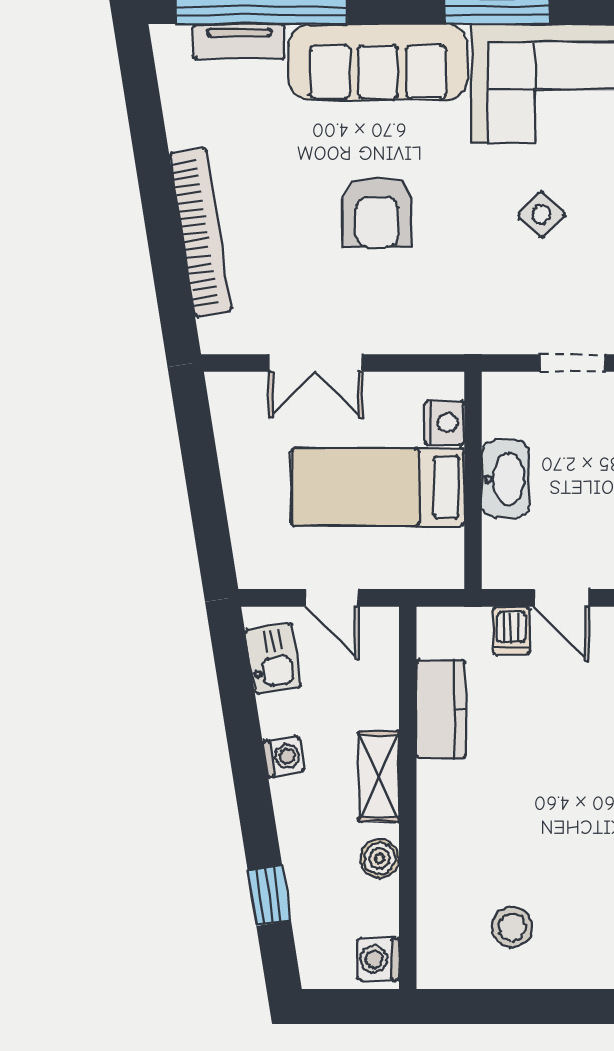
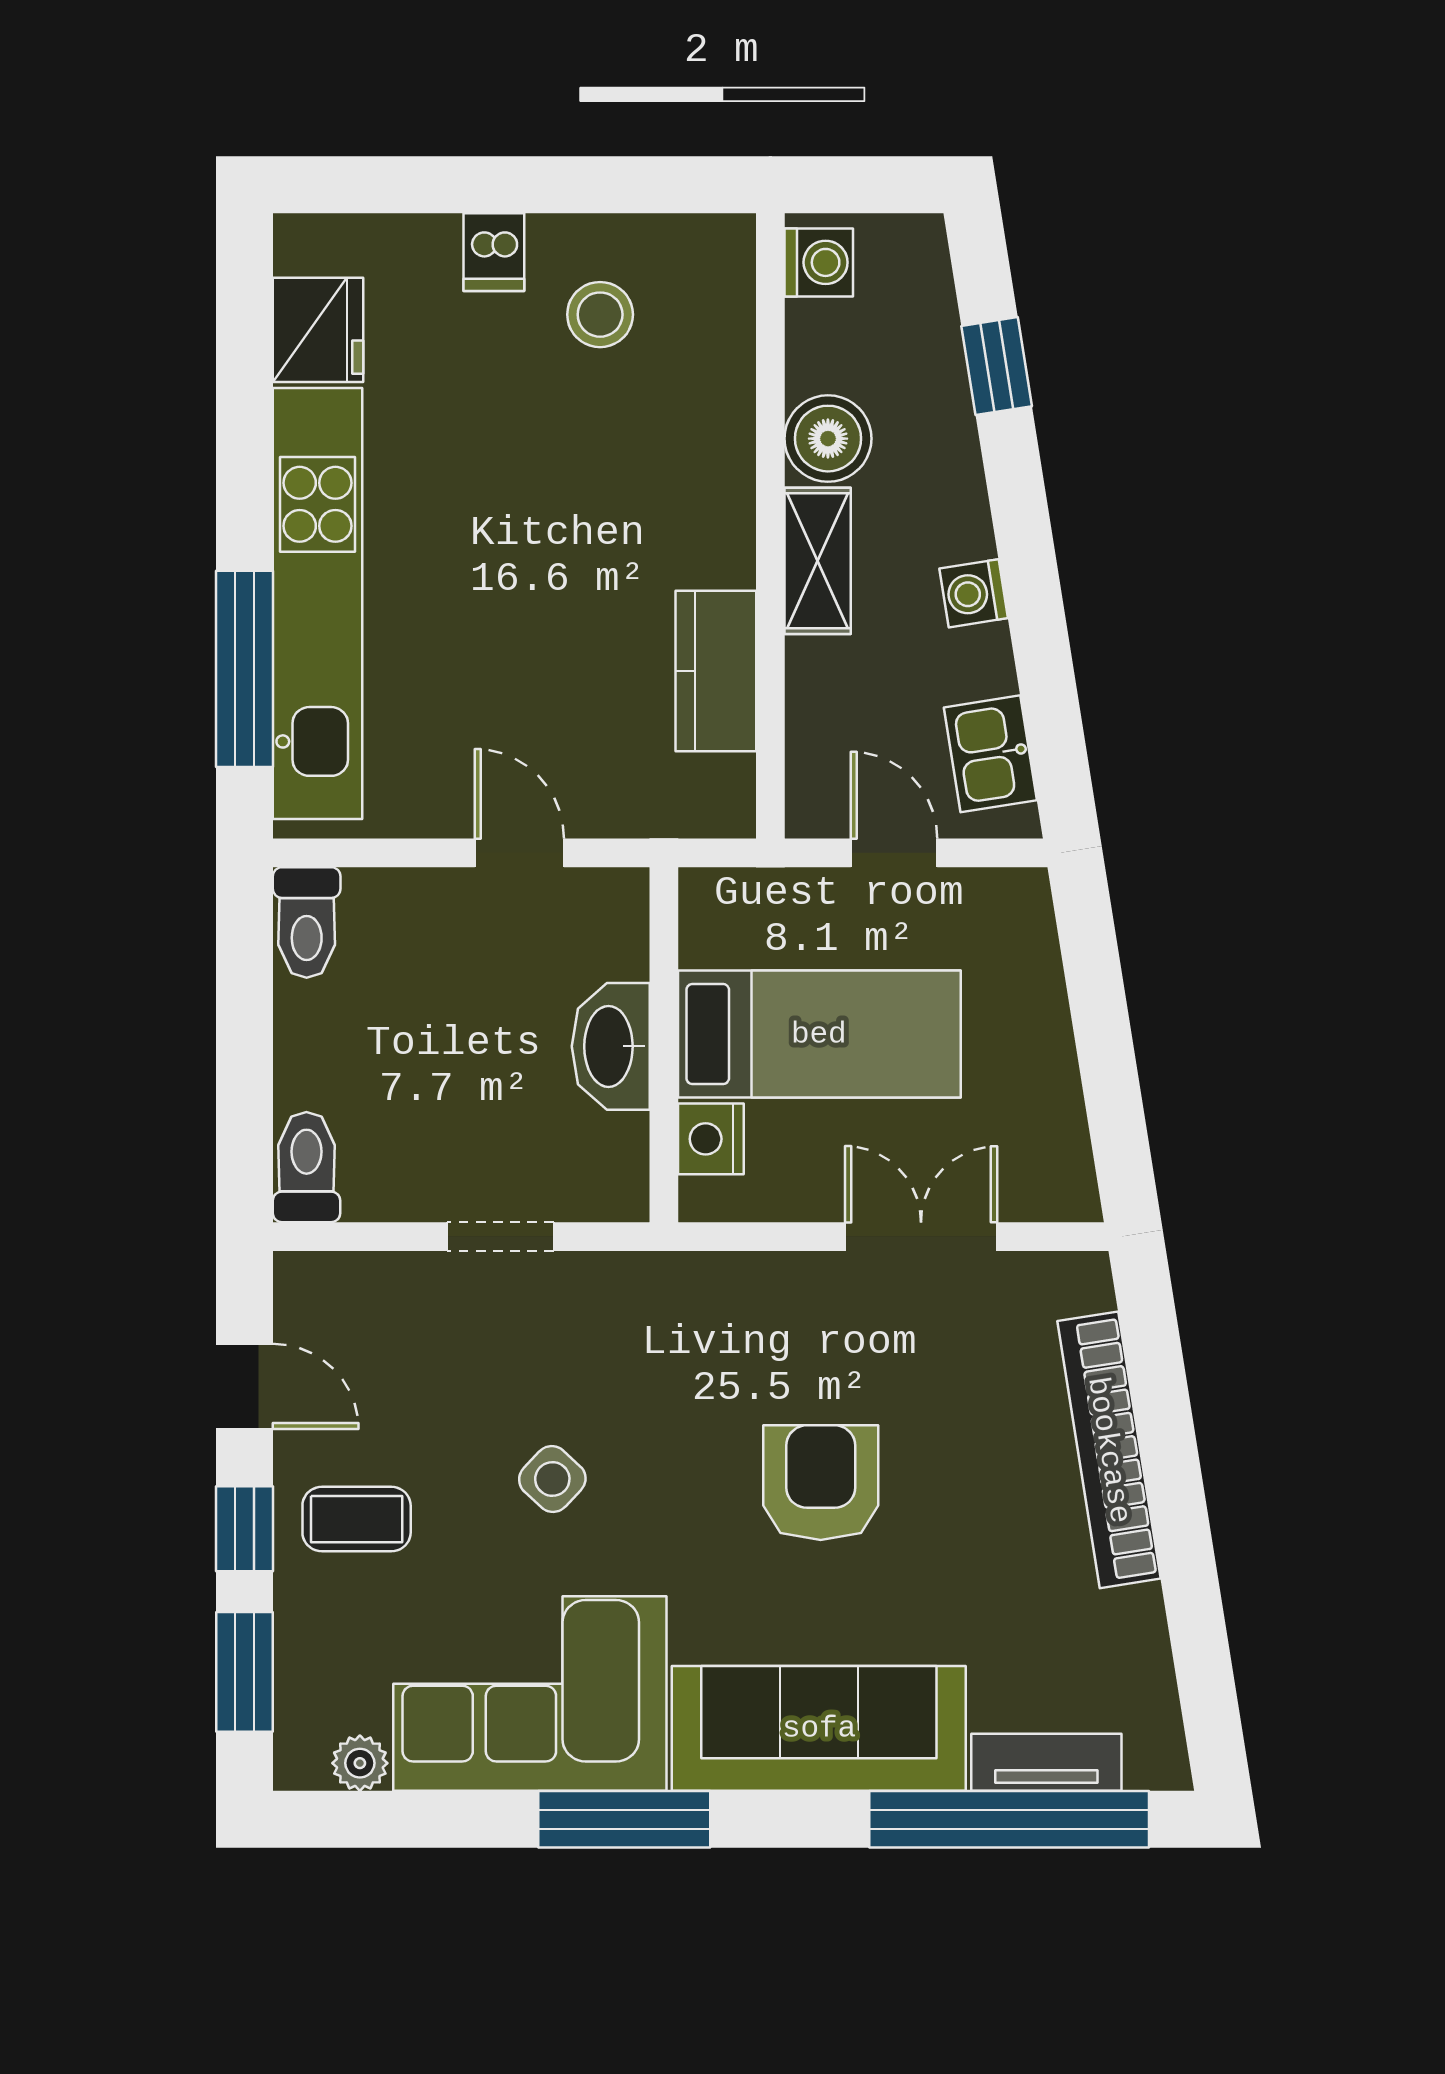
dishwasher: (511, 630) -> (494, 252), moved, turned 180
boiler: (380, 858) -> (828, 439), width x1.36, depth x1.36

